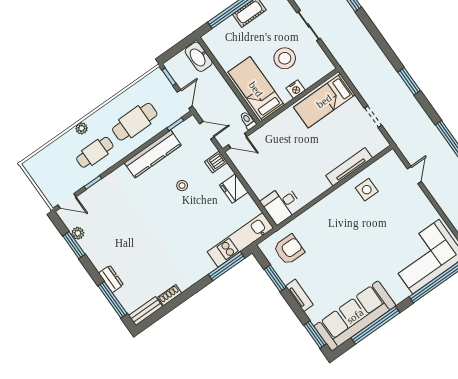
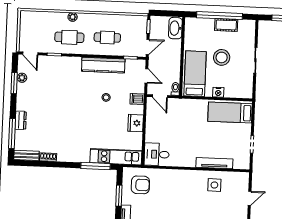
stool: (285, 58) -> (222, 57), moved
cafe table: (135, 122) -> (107, 37), width x0.73, depth x0.74

